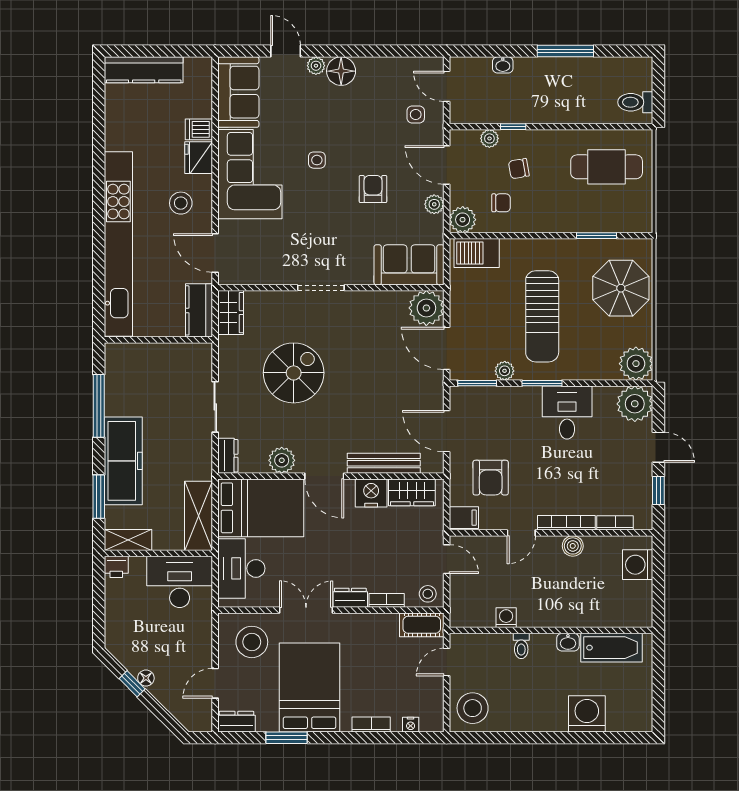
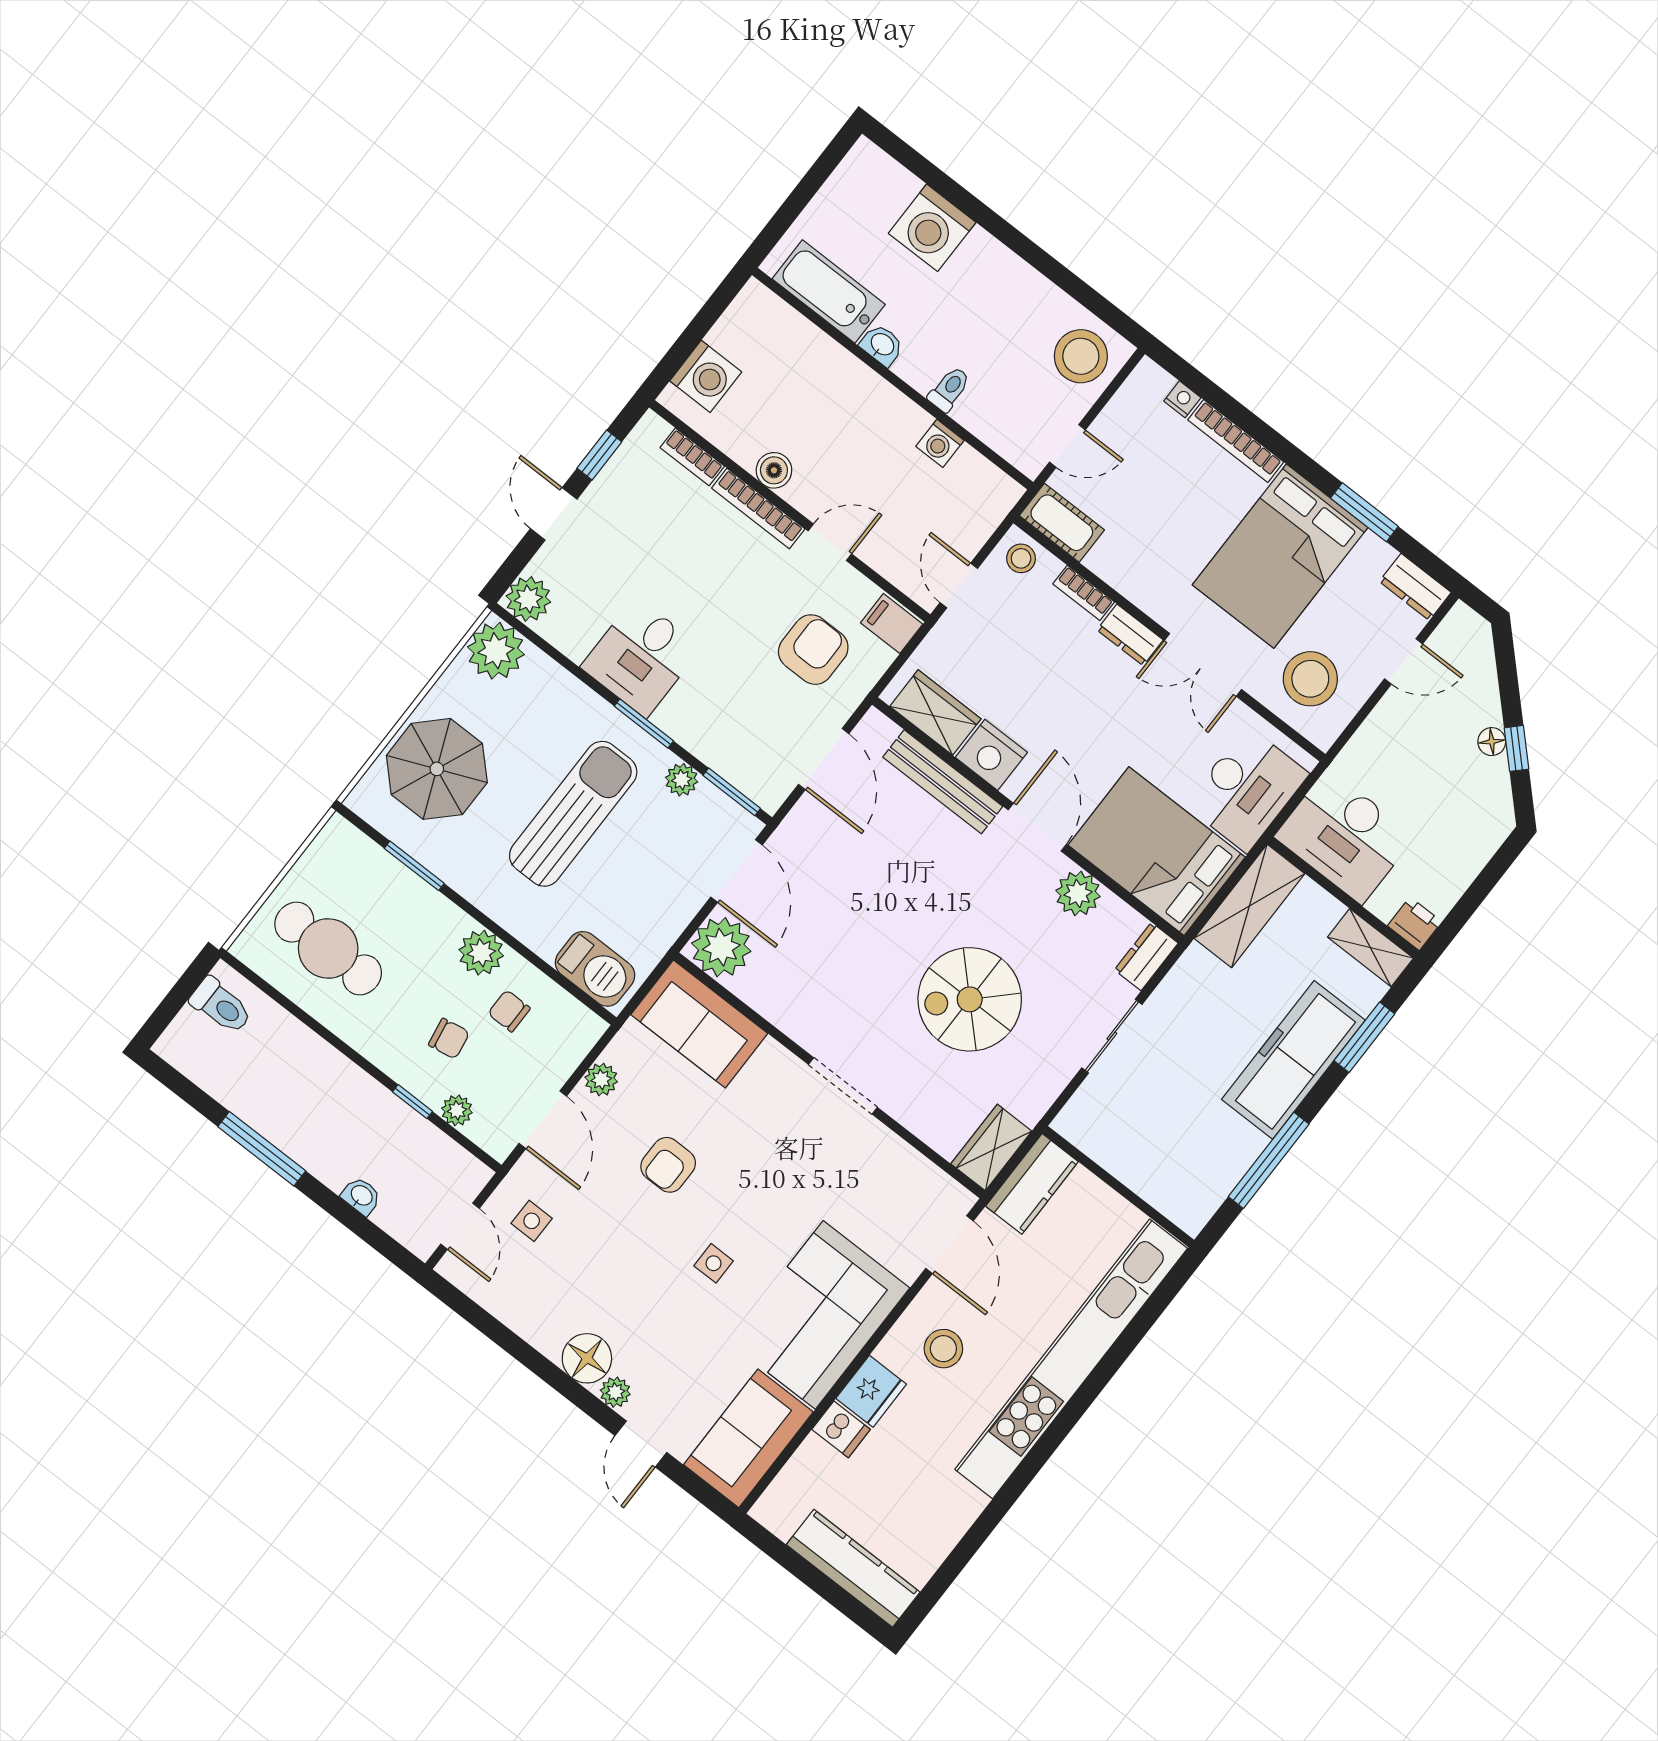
plant: (463, 220) -> (481, 953), moved
plant: (635, 404) -> (528, 599), width x0.73, depth x0.73
bookcase: (371, 725) -> (1236, 441), width x1.56

